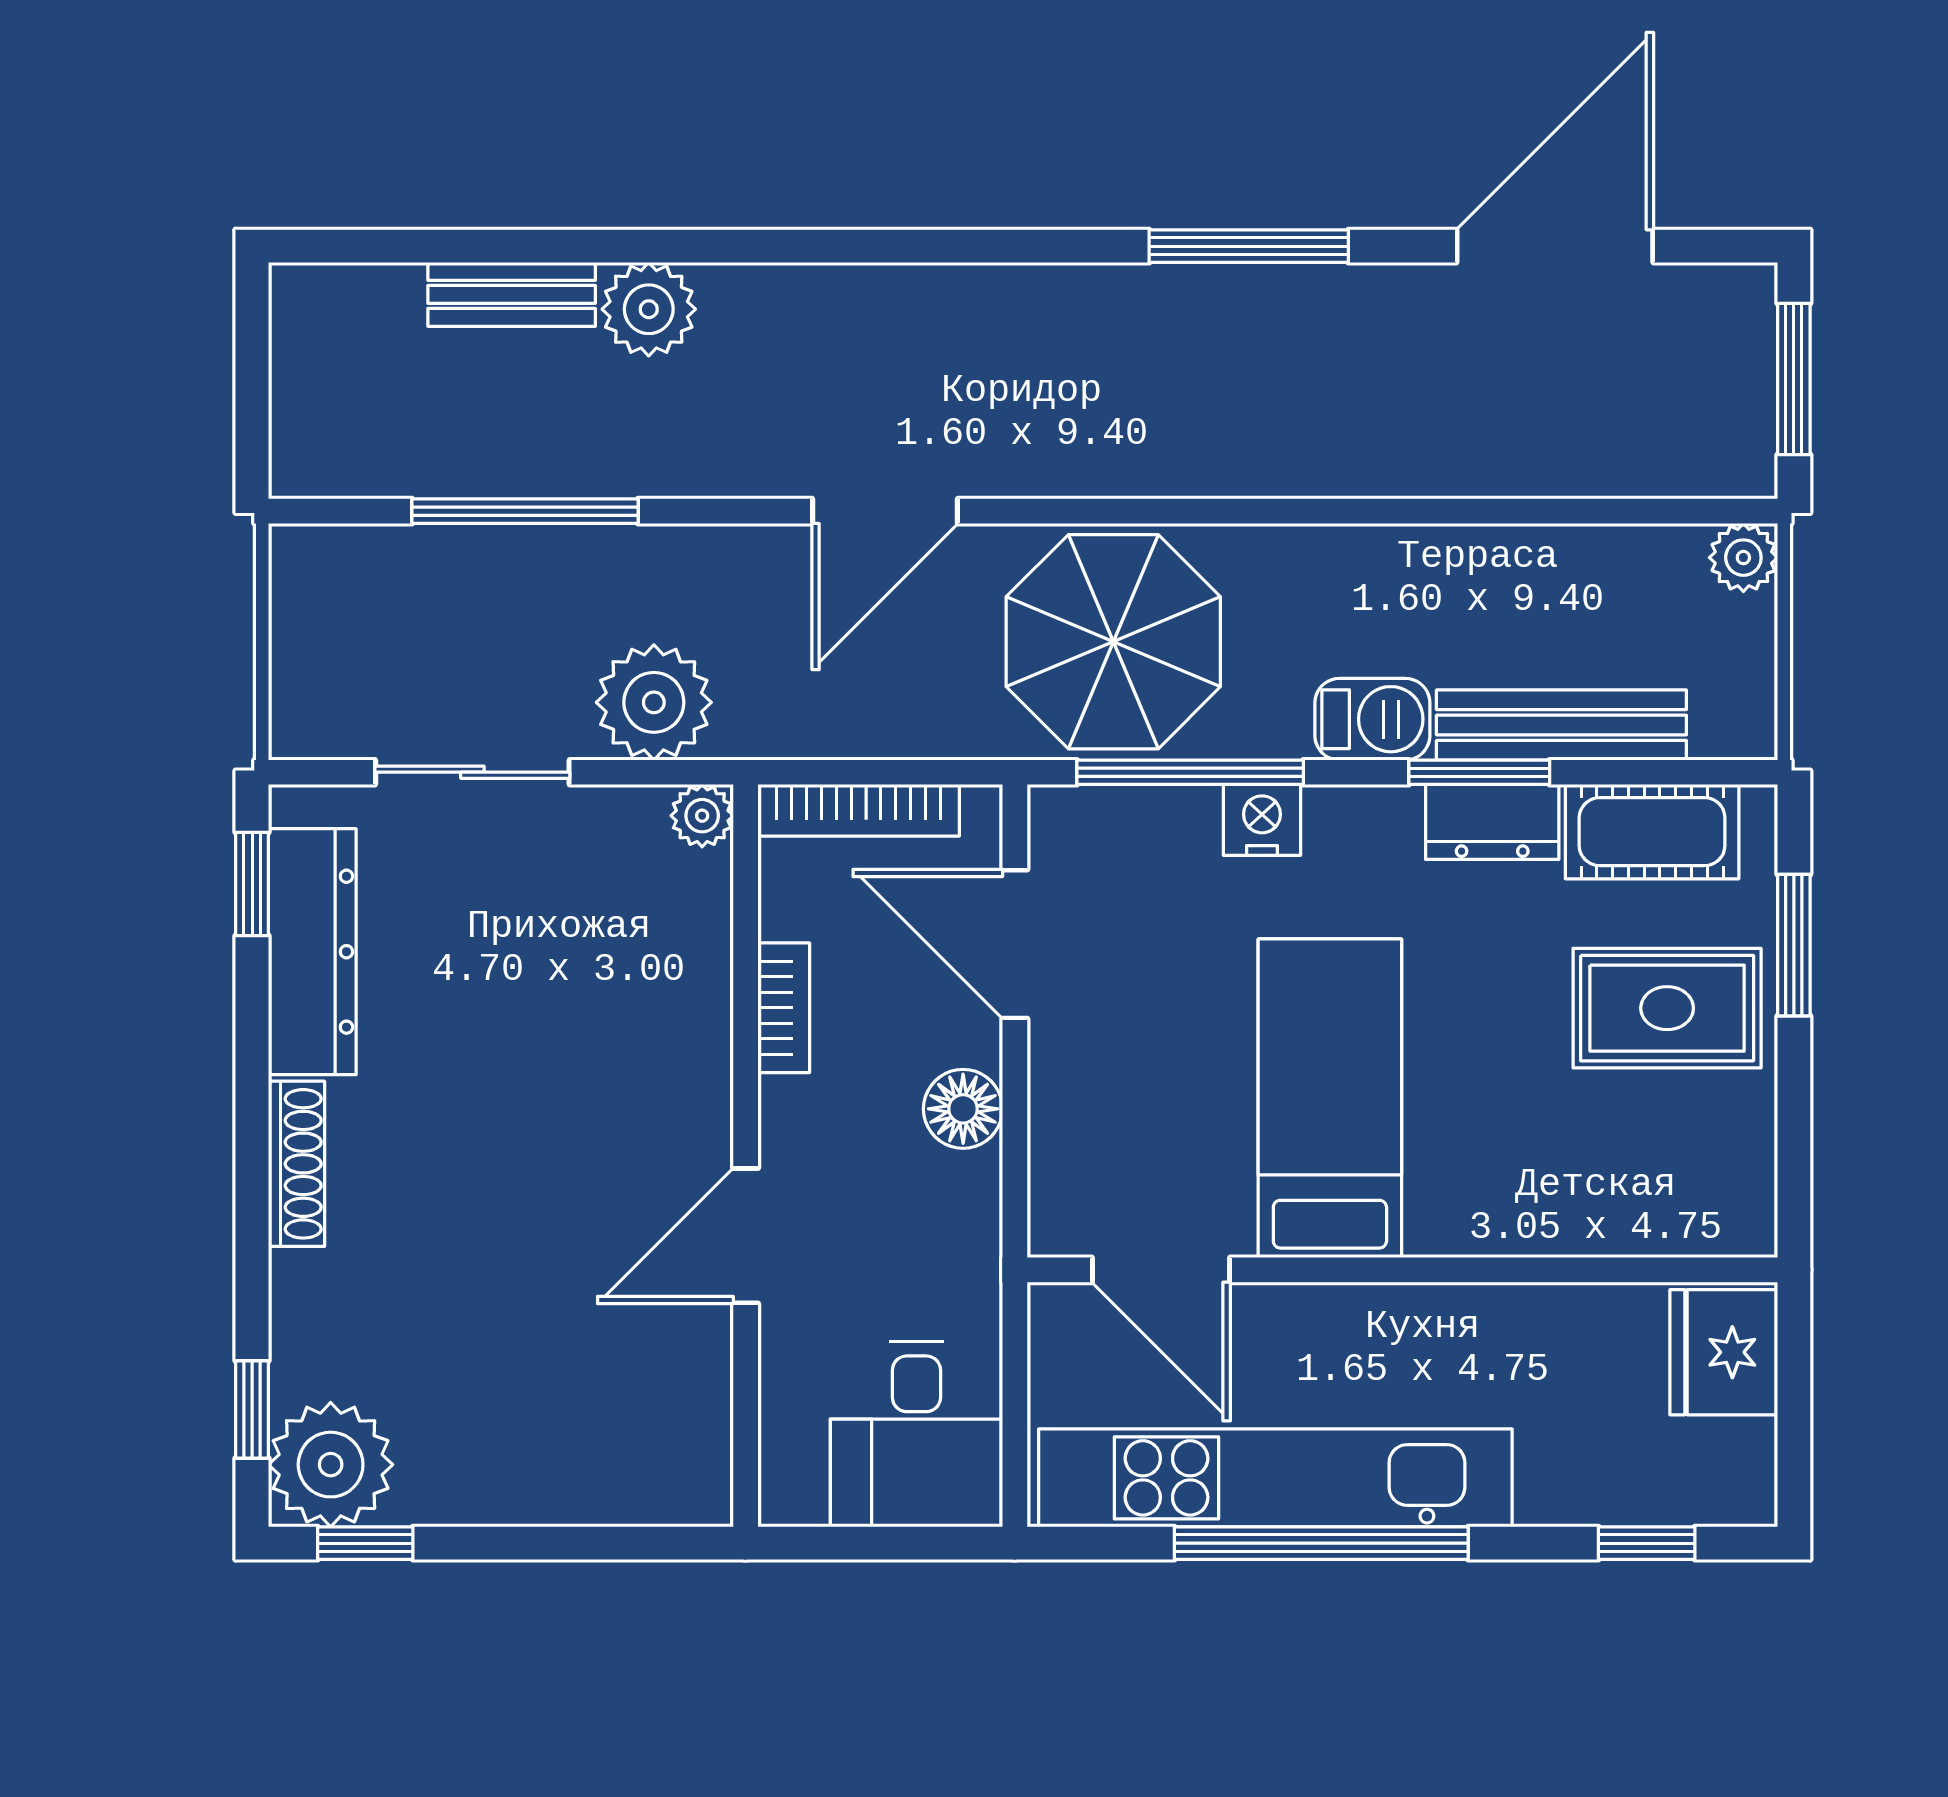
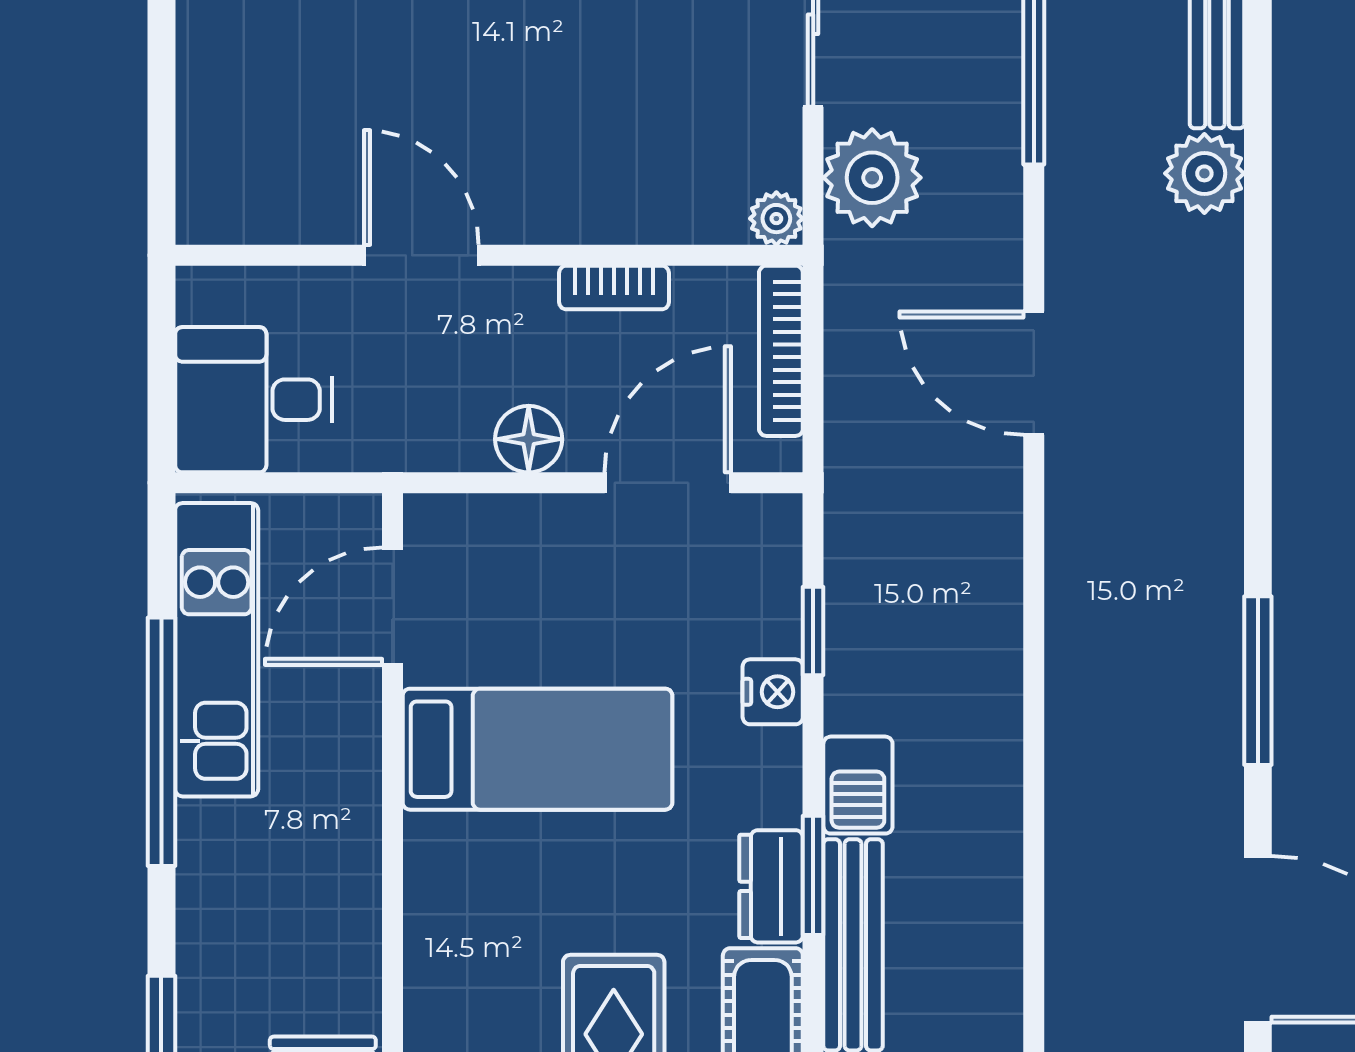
parasol: (1113, 642) -> (923, 566), removed
window: (1190, 772) -> (813, 631), width x0.46
kitchen unit: (1275, 1478) -> (217, 650), width x0.73

